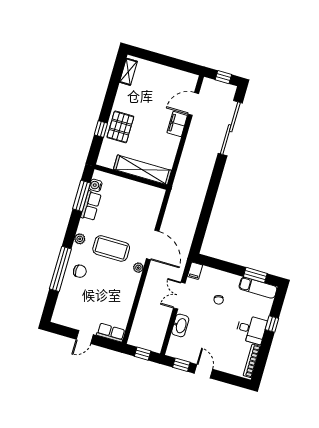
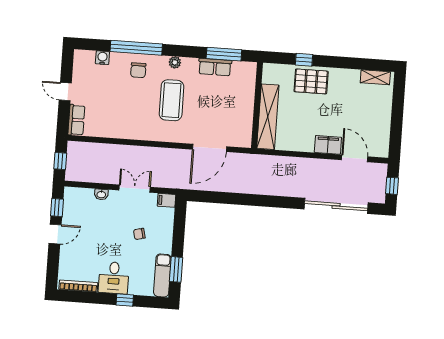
water cooler: (96, 185) -> (102, 58), moved
door: (153, 245) -> (210, 148), moved
plant: (138, 268) -> (156, 136), removed
washbasin: (180, 325) -> (101, 194), width x0.52, depth x0.69

